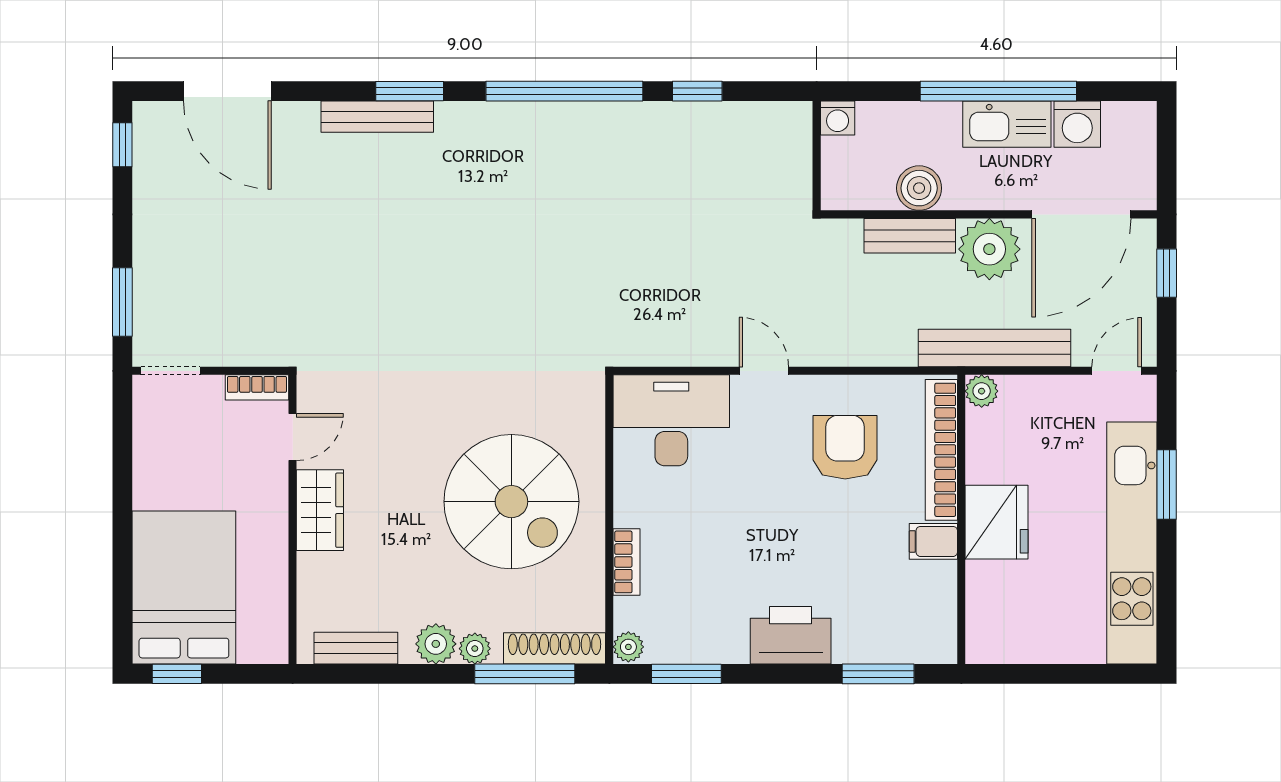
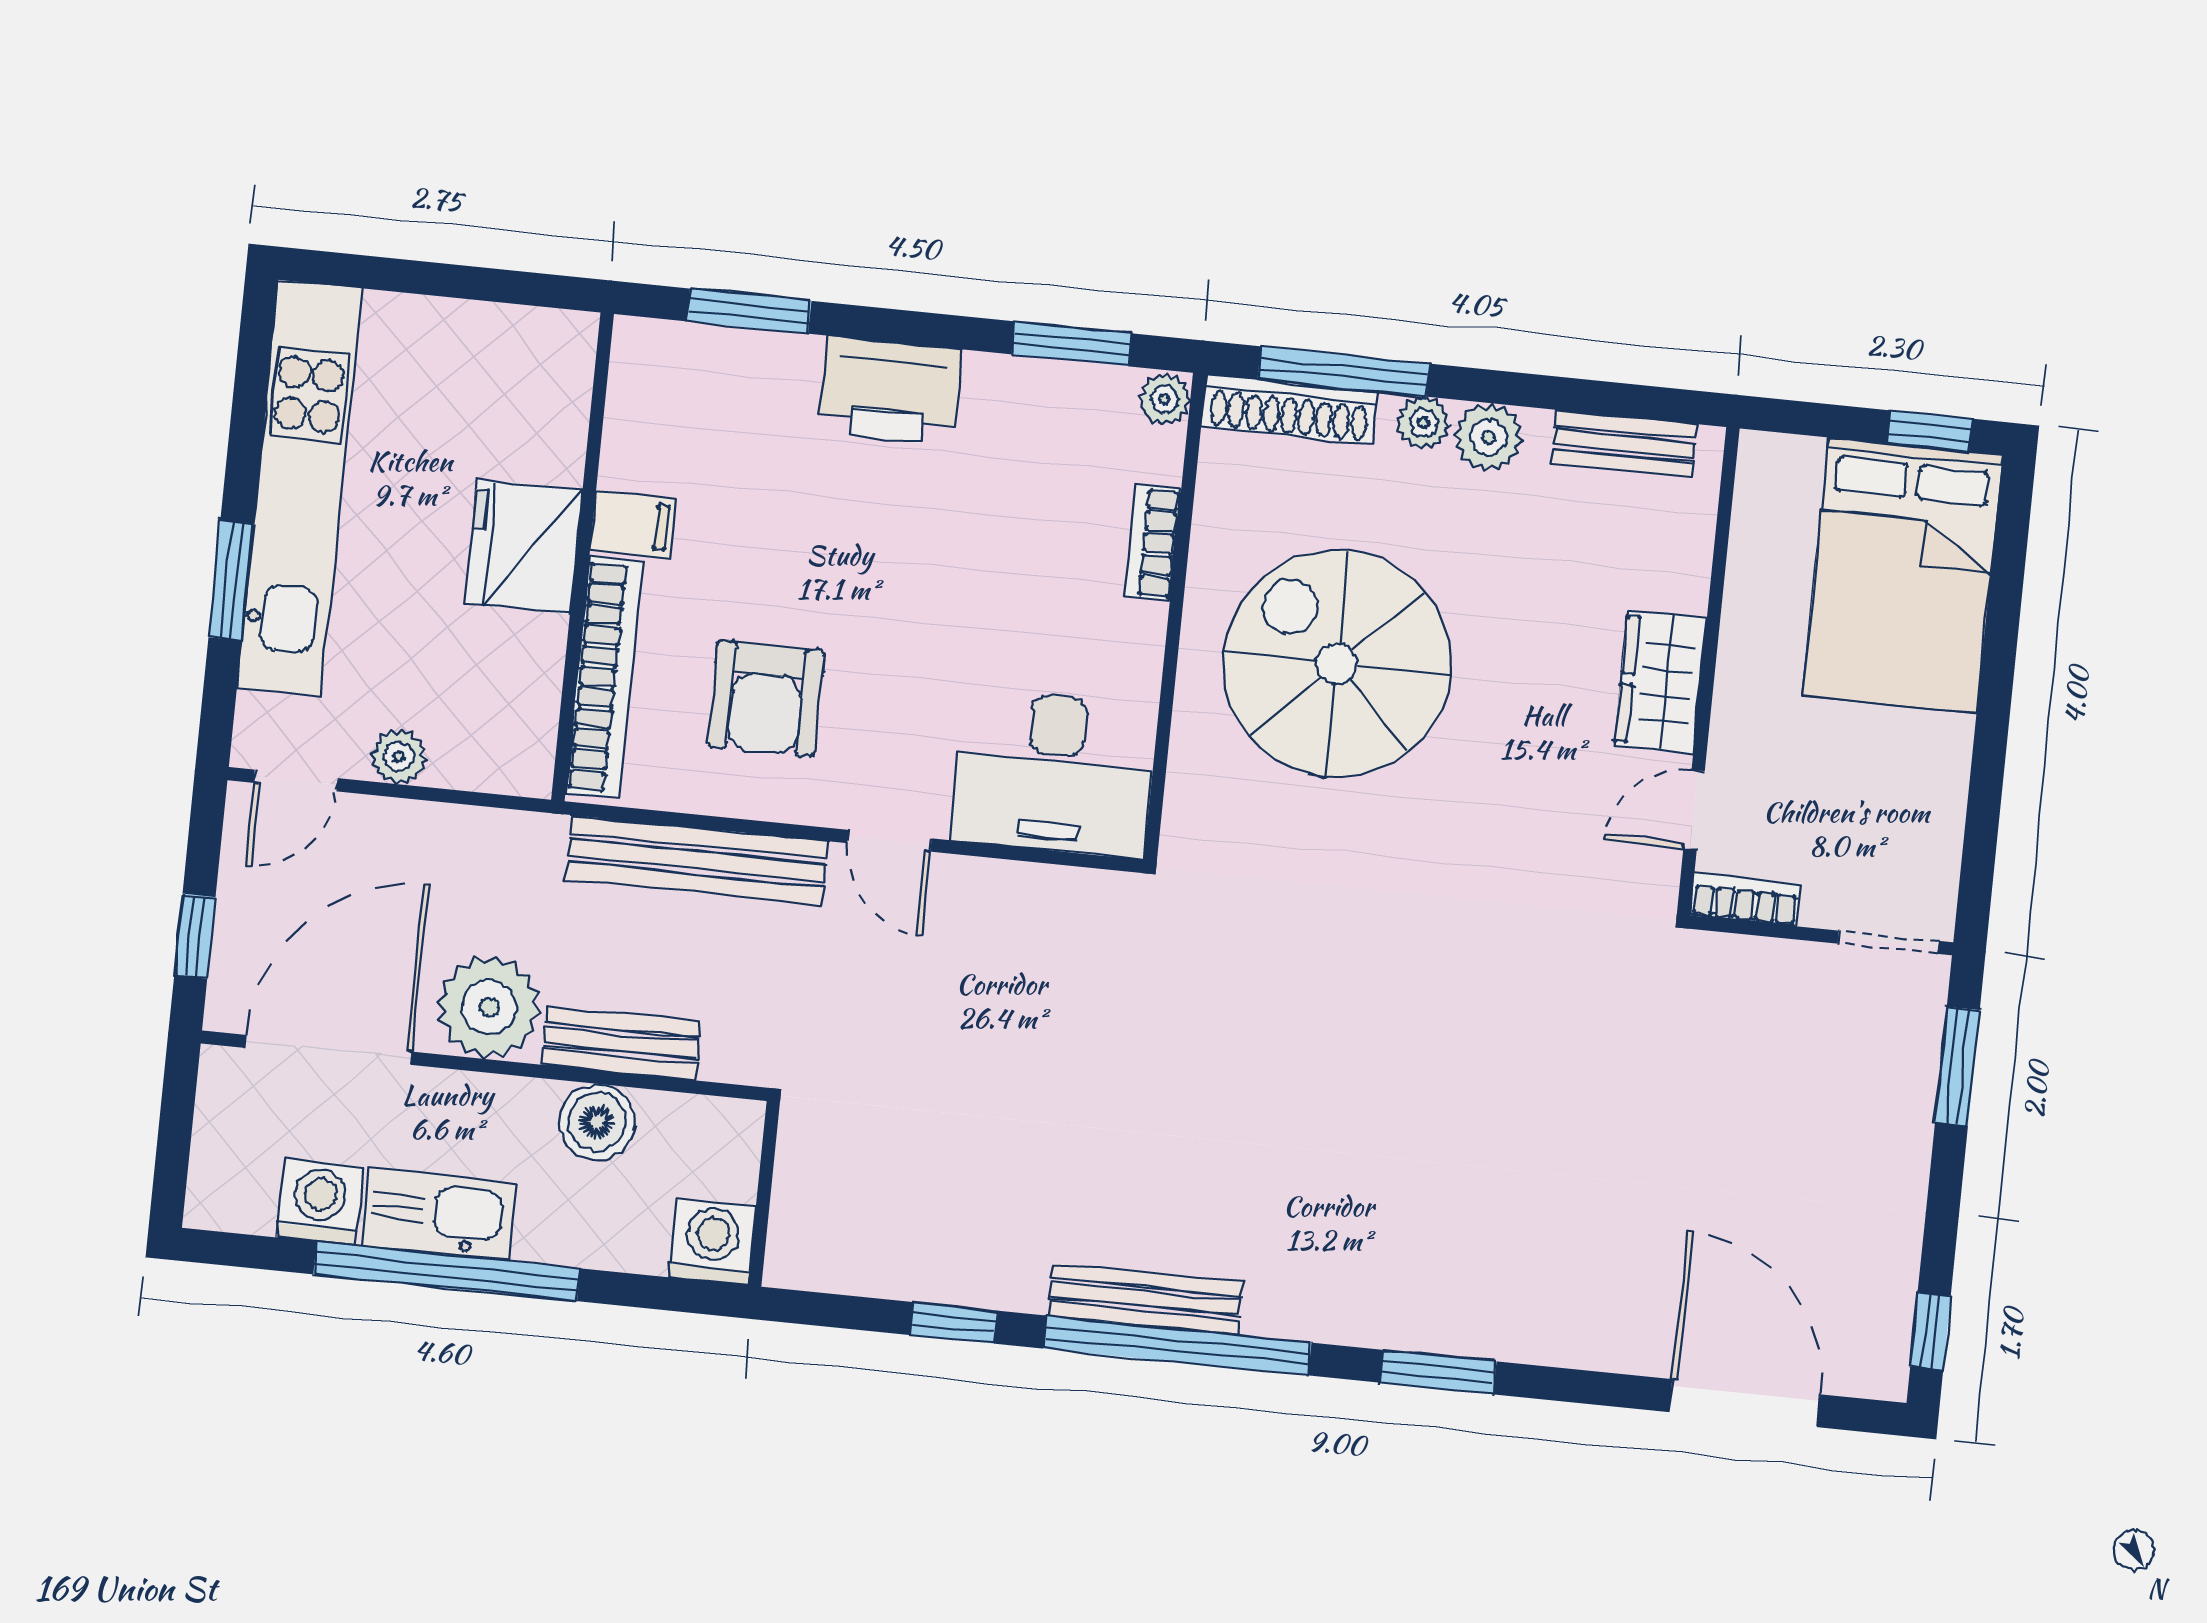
bench: (377, 117) -> (1145, 1299), moved
washing machine: (838, 118) -> (712, 1242), width x1.38, depth x1.38
bench: (995, 348) -> (697, 860), moved
plant: (982, 391) -> (399, 756), moved

